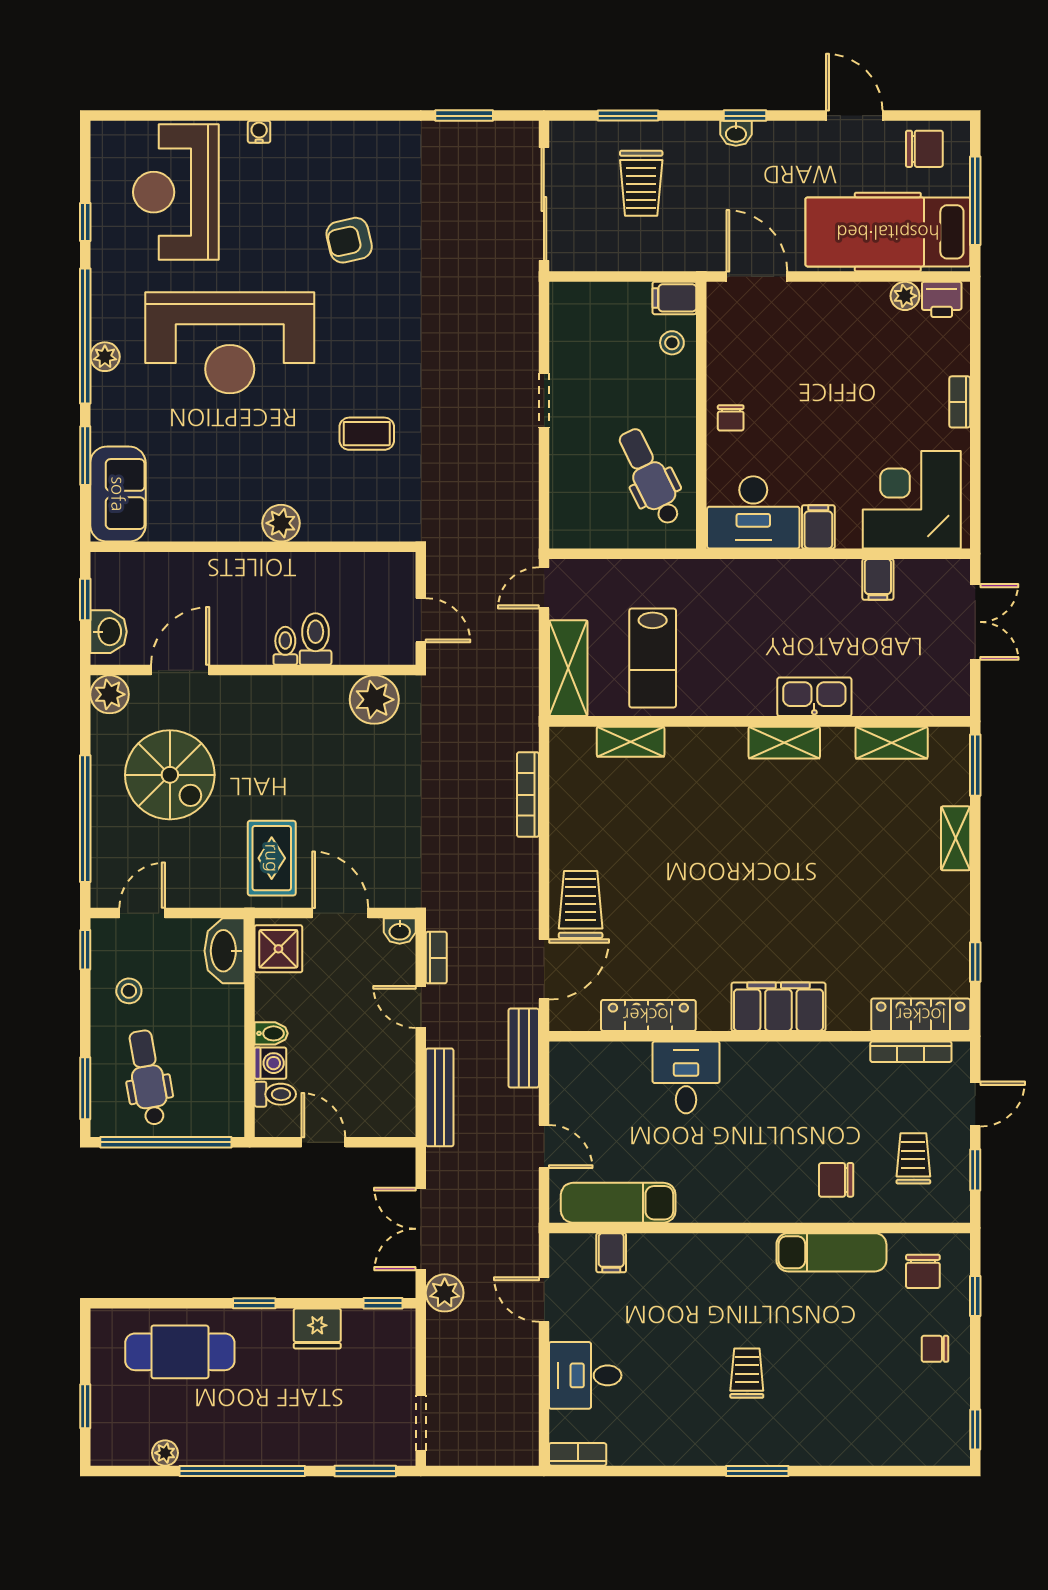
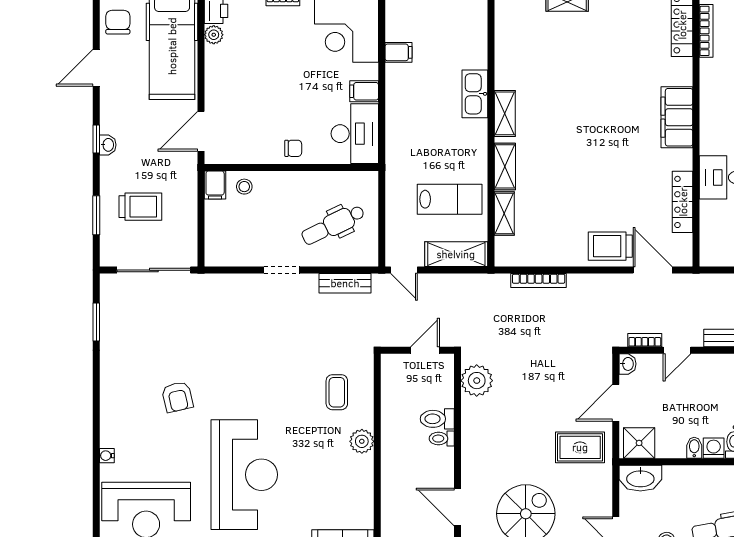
coffee table: (367, 434) -> (337, 392), moved
dental chair: (650, 477) -> (333, 225), moved
shelving: (892, 743) -> (505, 166), moved
bench: (524, 1048) -> (345, 283), moved

